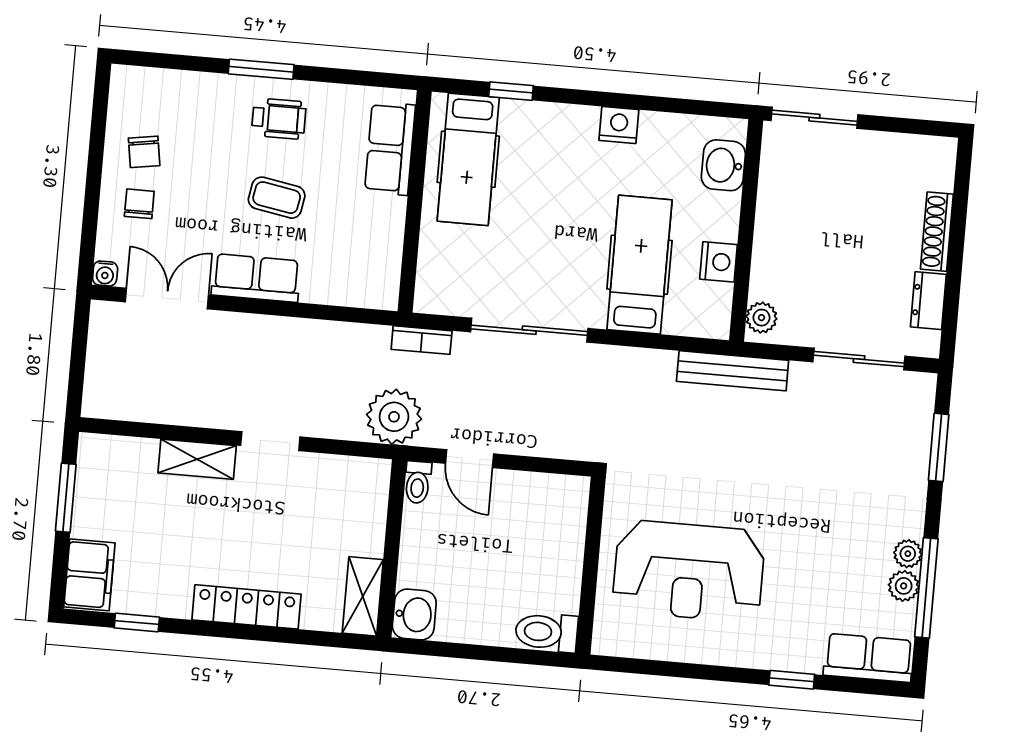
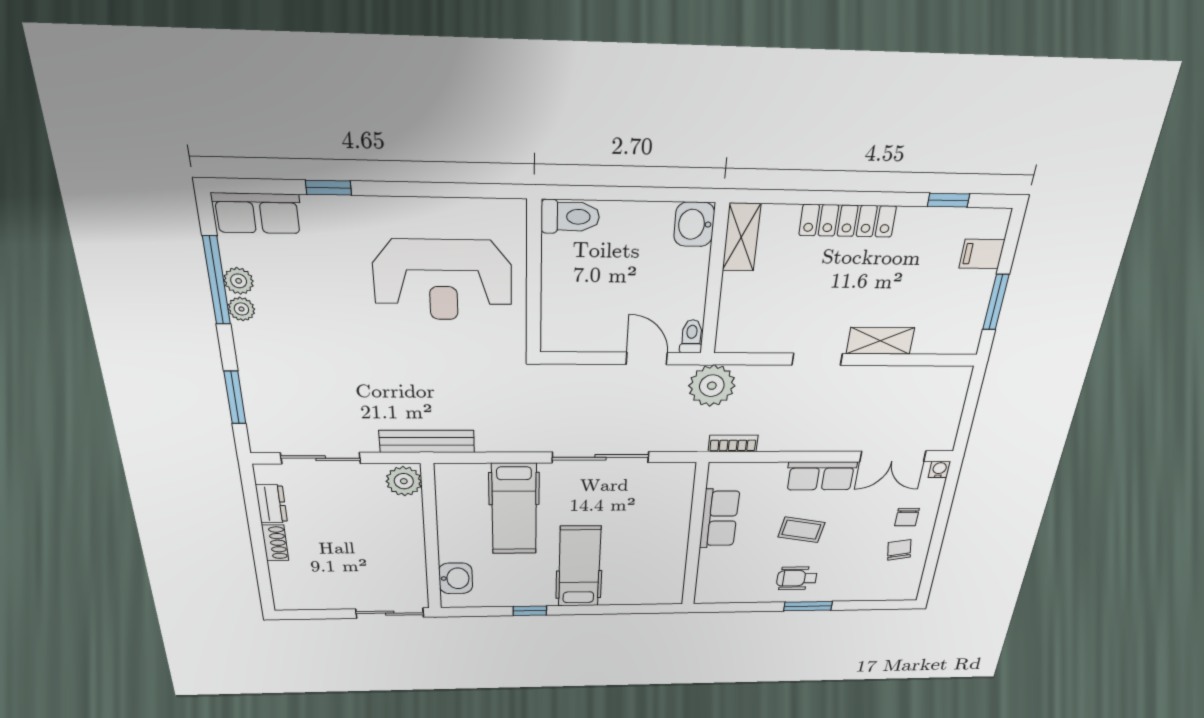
window: (511, 91) -> (530, 611), moved
nightstand: (619, 125) -> (540, 596), removed
row of seats: (390, 148) -> (719, 519), moved
hospital bed: (468, 159) -> (579, 567), moved
shoe rack: (937, 232) -> (275, 543), width x0.70
nightstand: (719, 262) -> (450, 516), removed
plant: (761, 318) -> (404, 481), width x1.38, depth x1.38
bookcase: (422, 340) -> (733, 443), moved
reception desk: (689, 571) -> (443, 280), turned 180
filing cabinet: (89, 575) -> (982, 254), width x0.50

